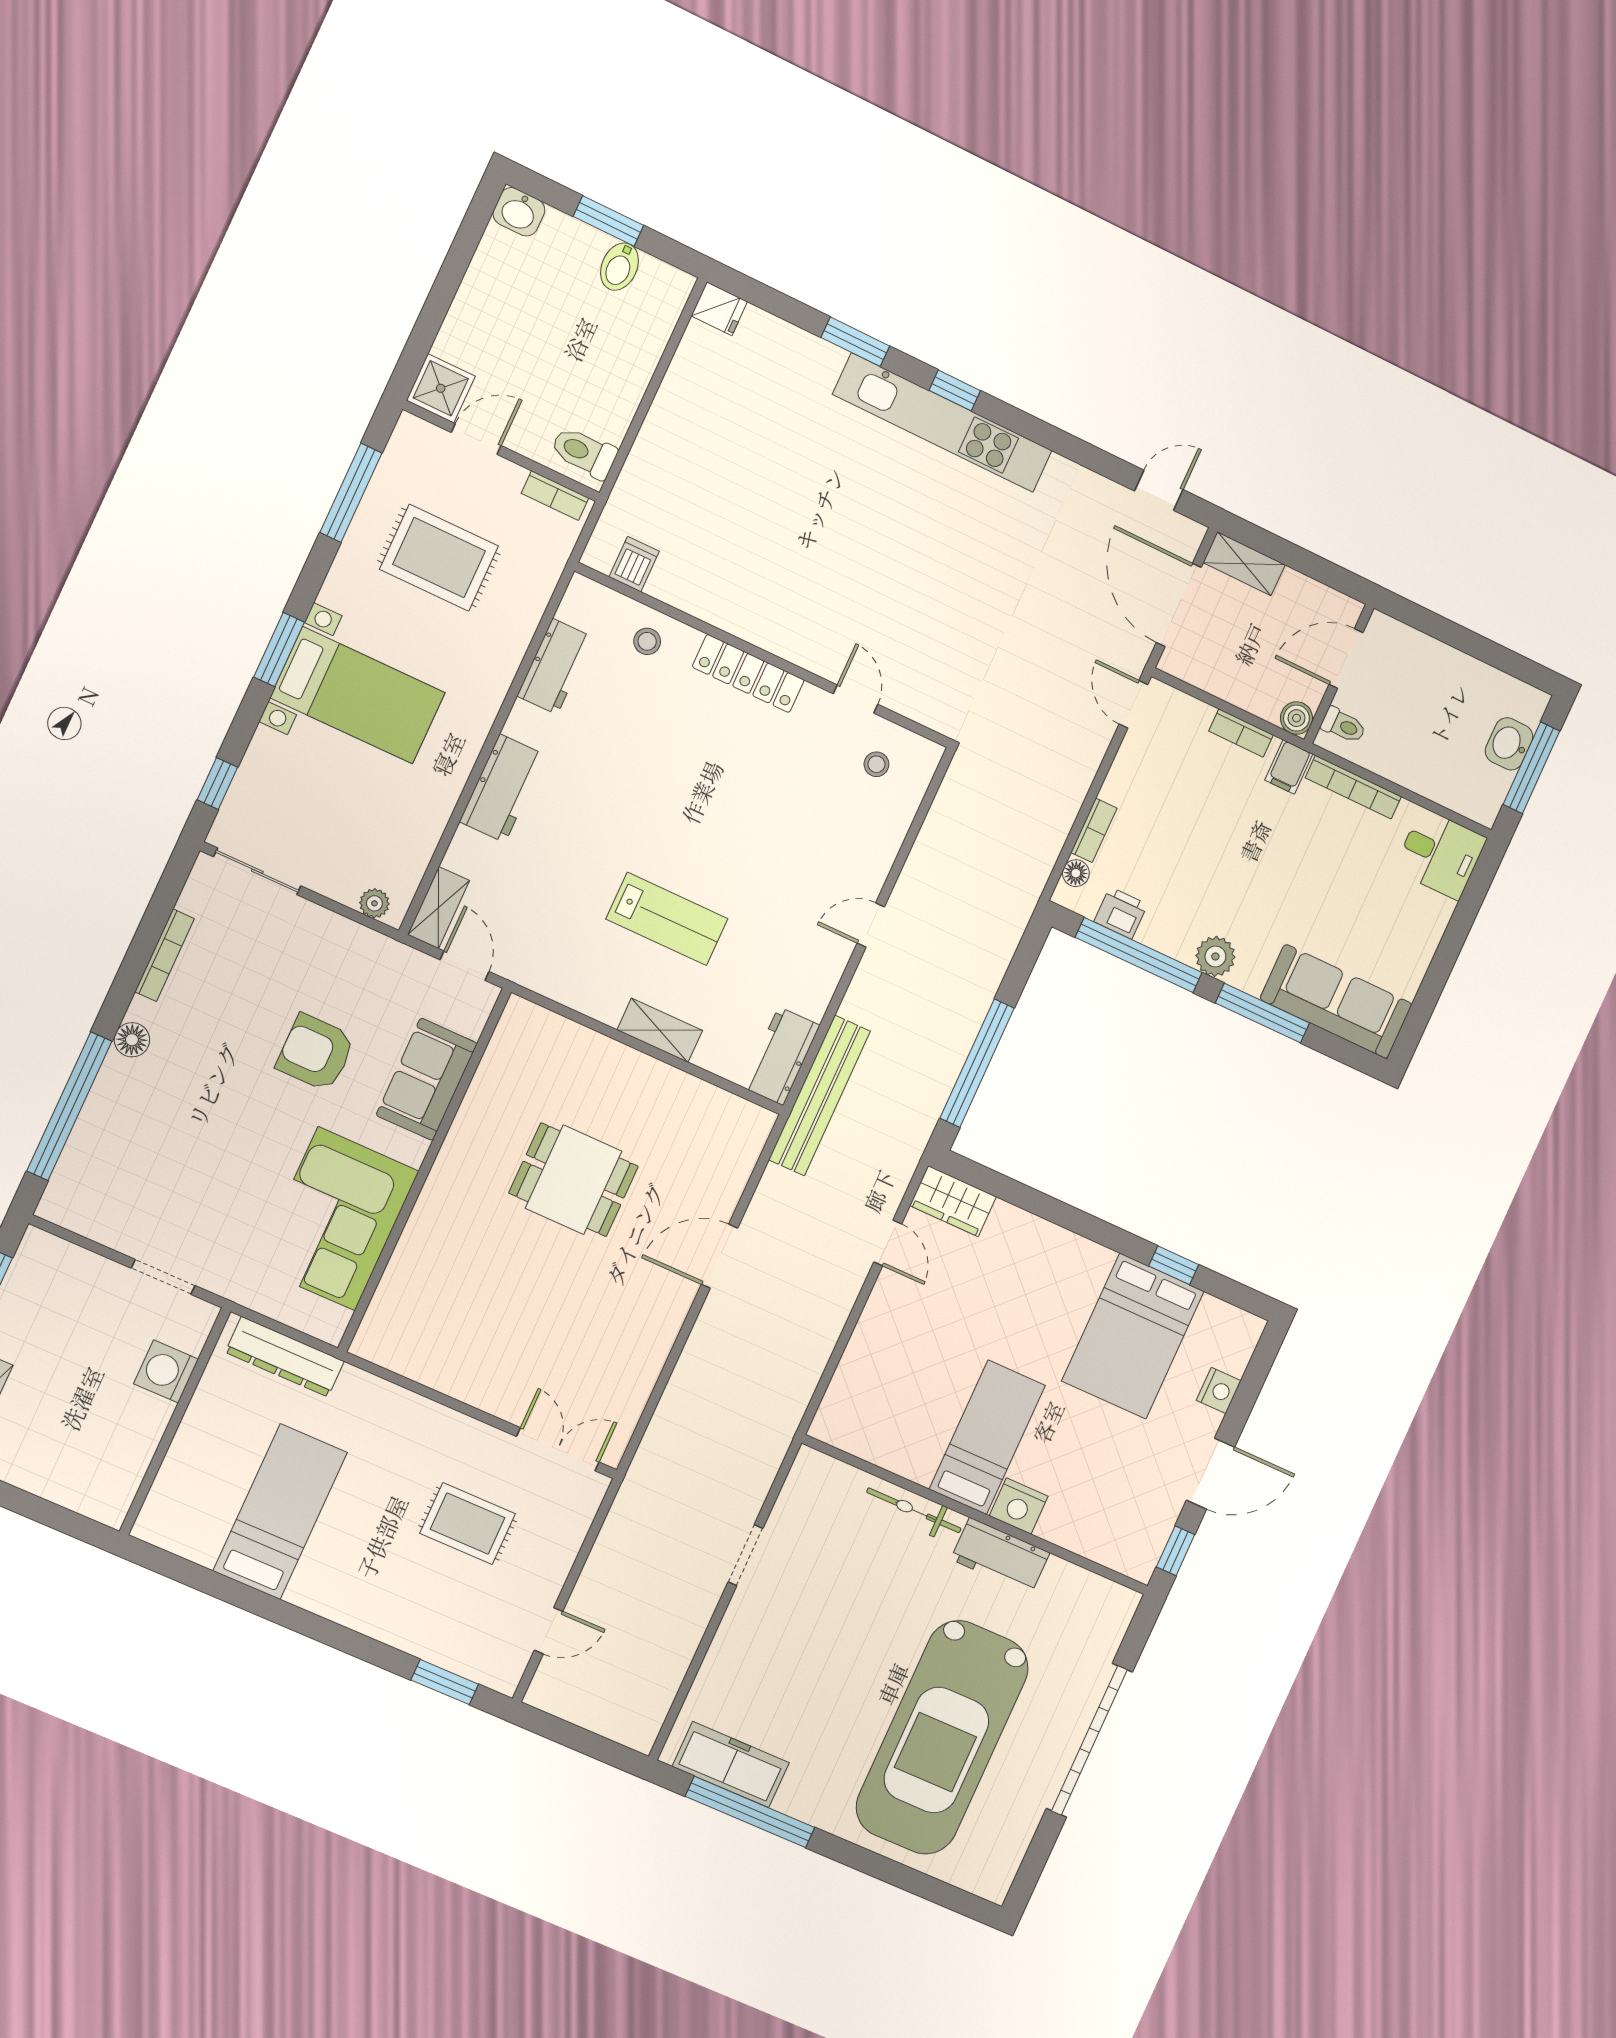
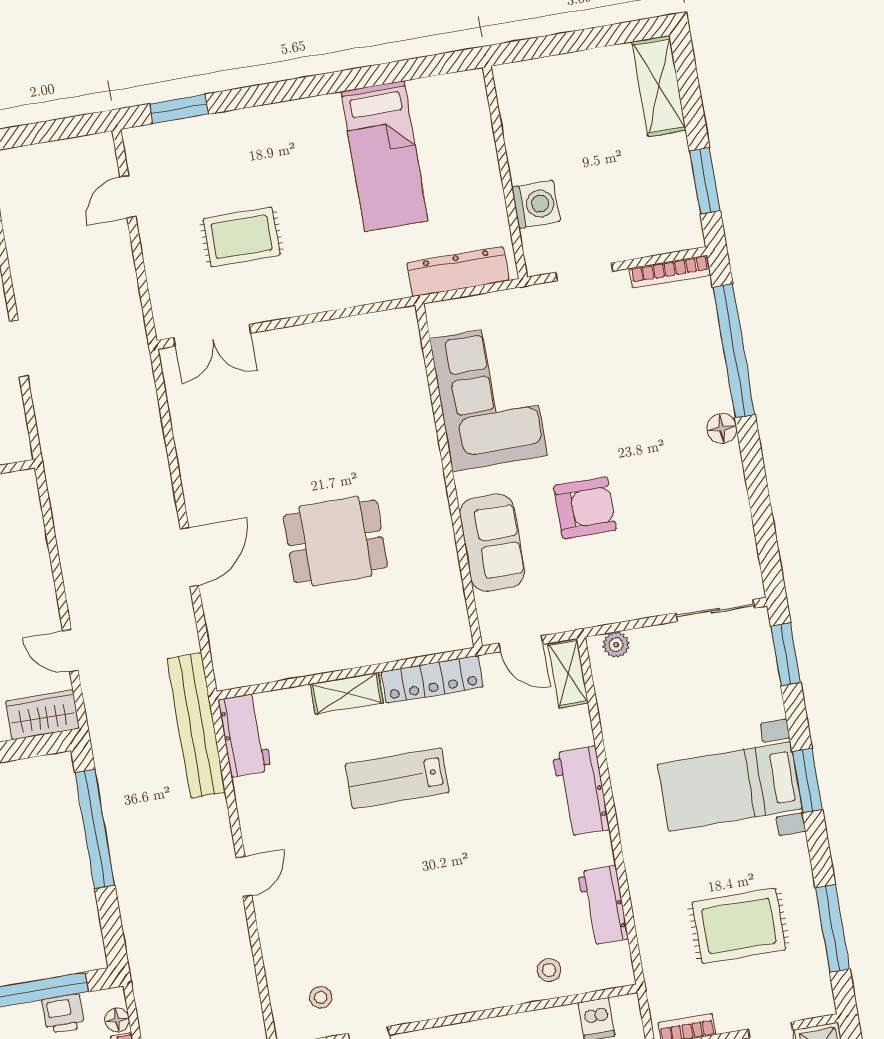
locker: (748, 673) -> (432, 679), moved, turned 180
window: (217, 784) -> (786, 654), width x1.50
bookcase: (165, 955) -> (670, 271), moved, turned -90

